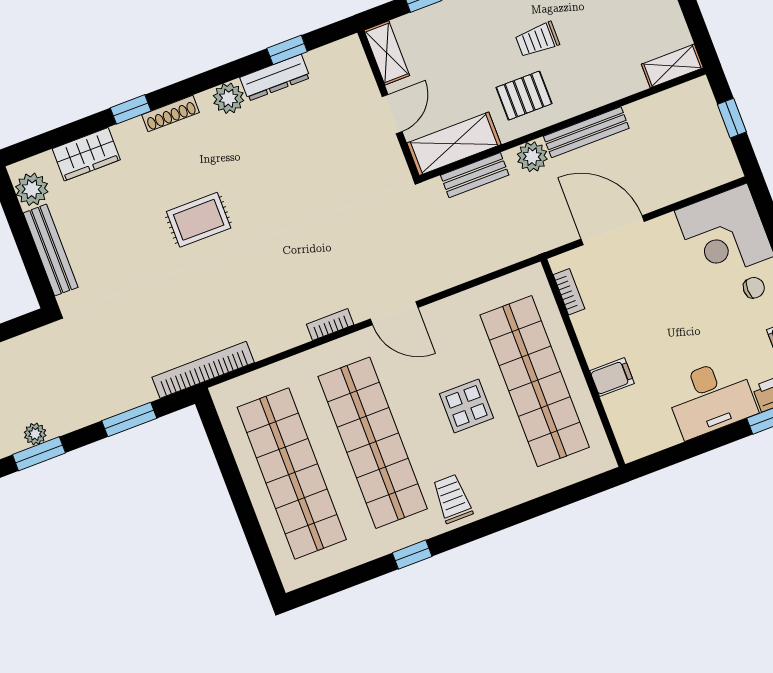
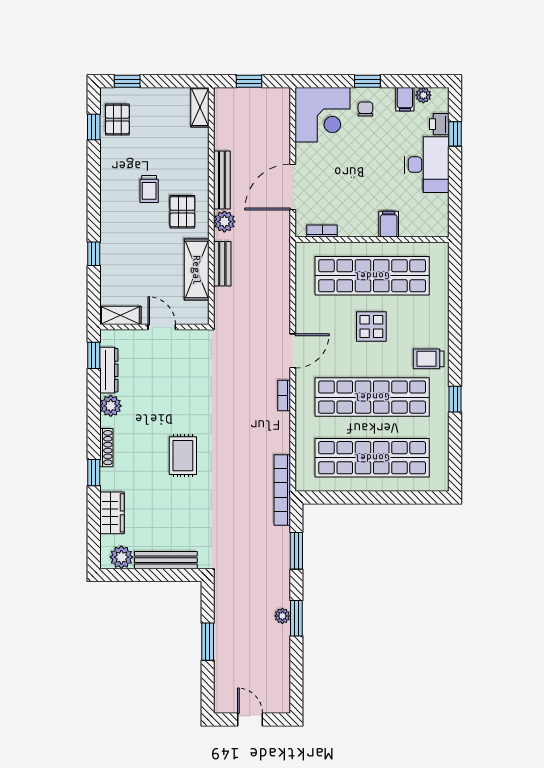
shelving: (387, 53) -> (120, 315), moved
wall: (388, 104) -> (154, 327), moved
door: (392, 114) -> (162, 327), moved

